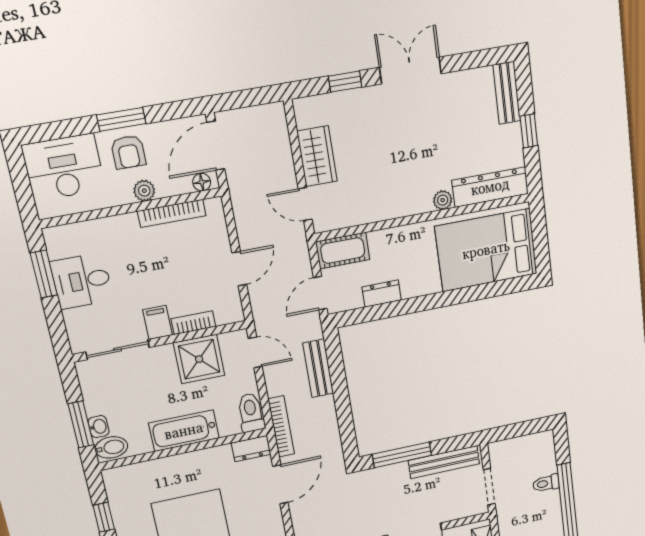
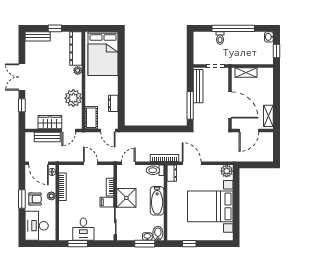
plant: (380, 201) -> (73, 98), added
shower: (199, 359) -> (126, 198), moved
bench: (318, 368) -> (47, 137), moved

